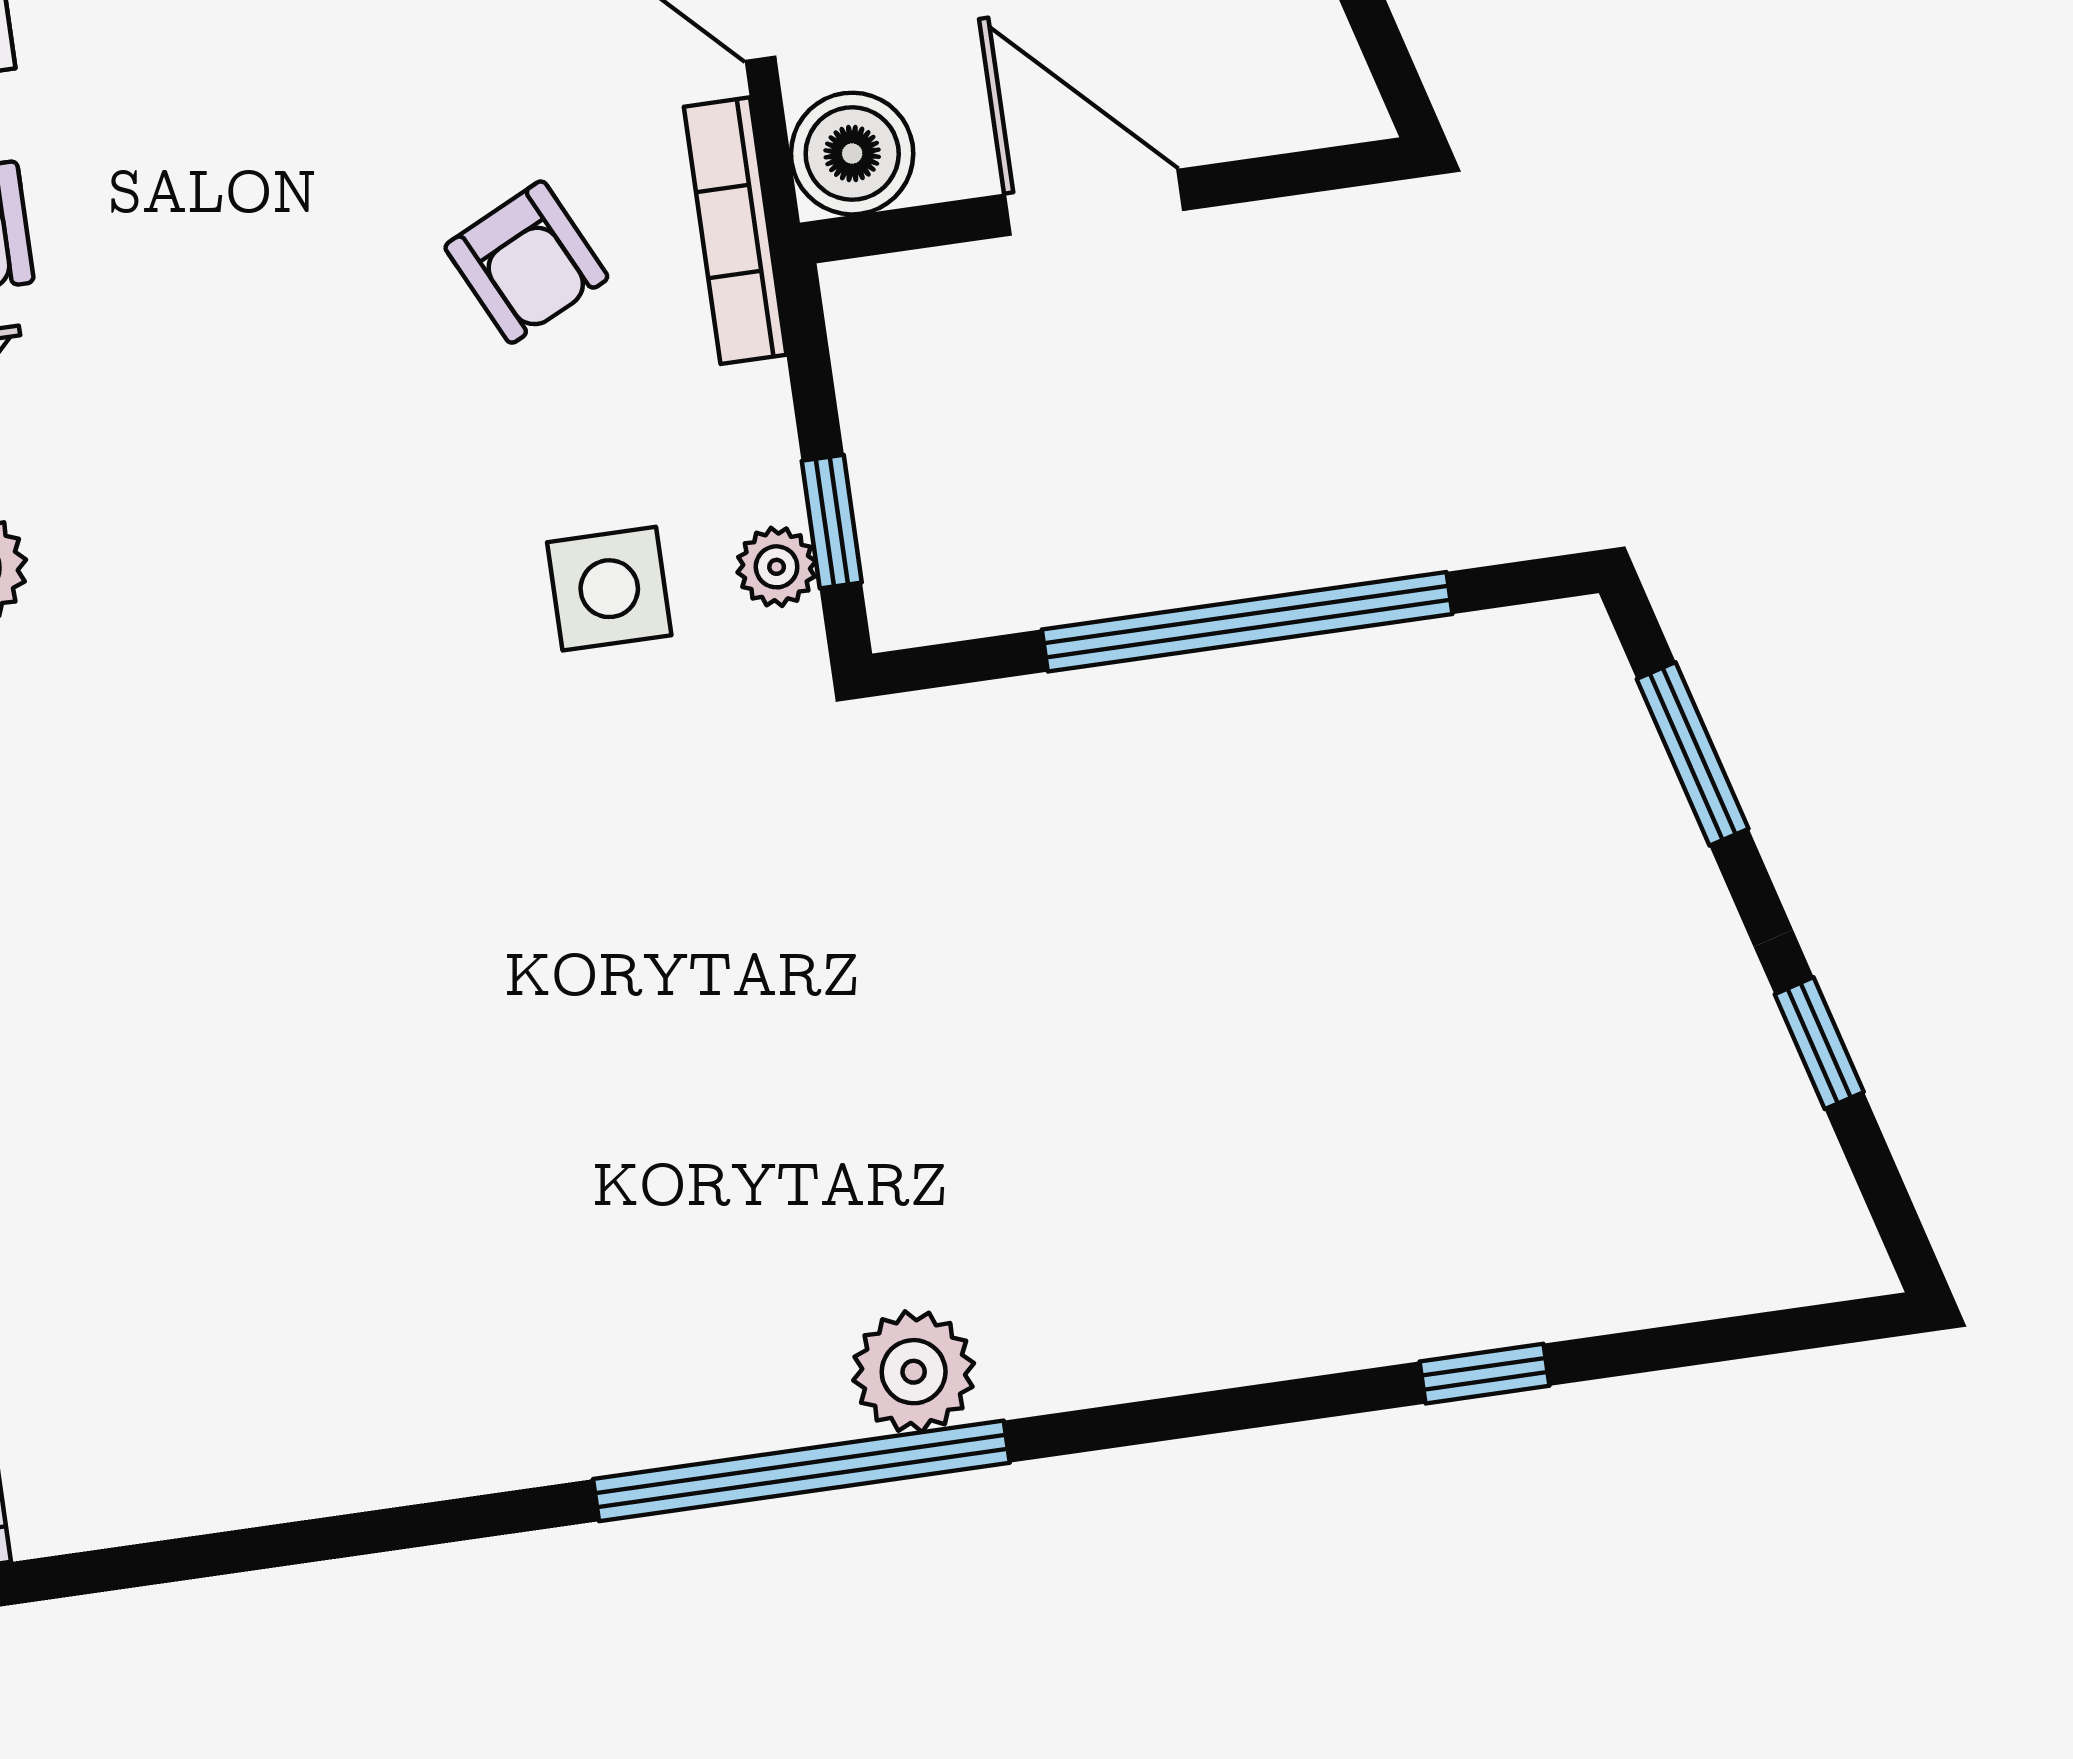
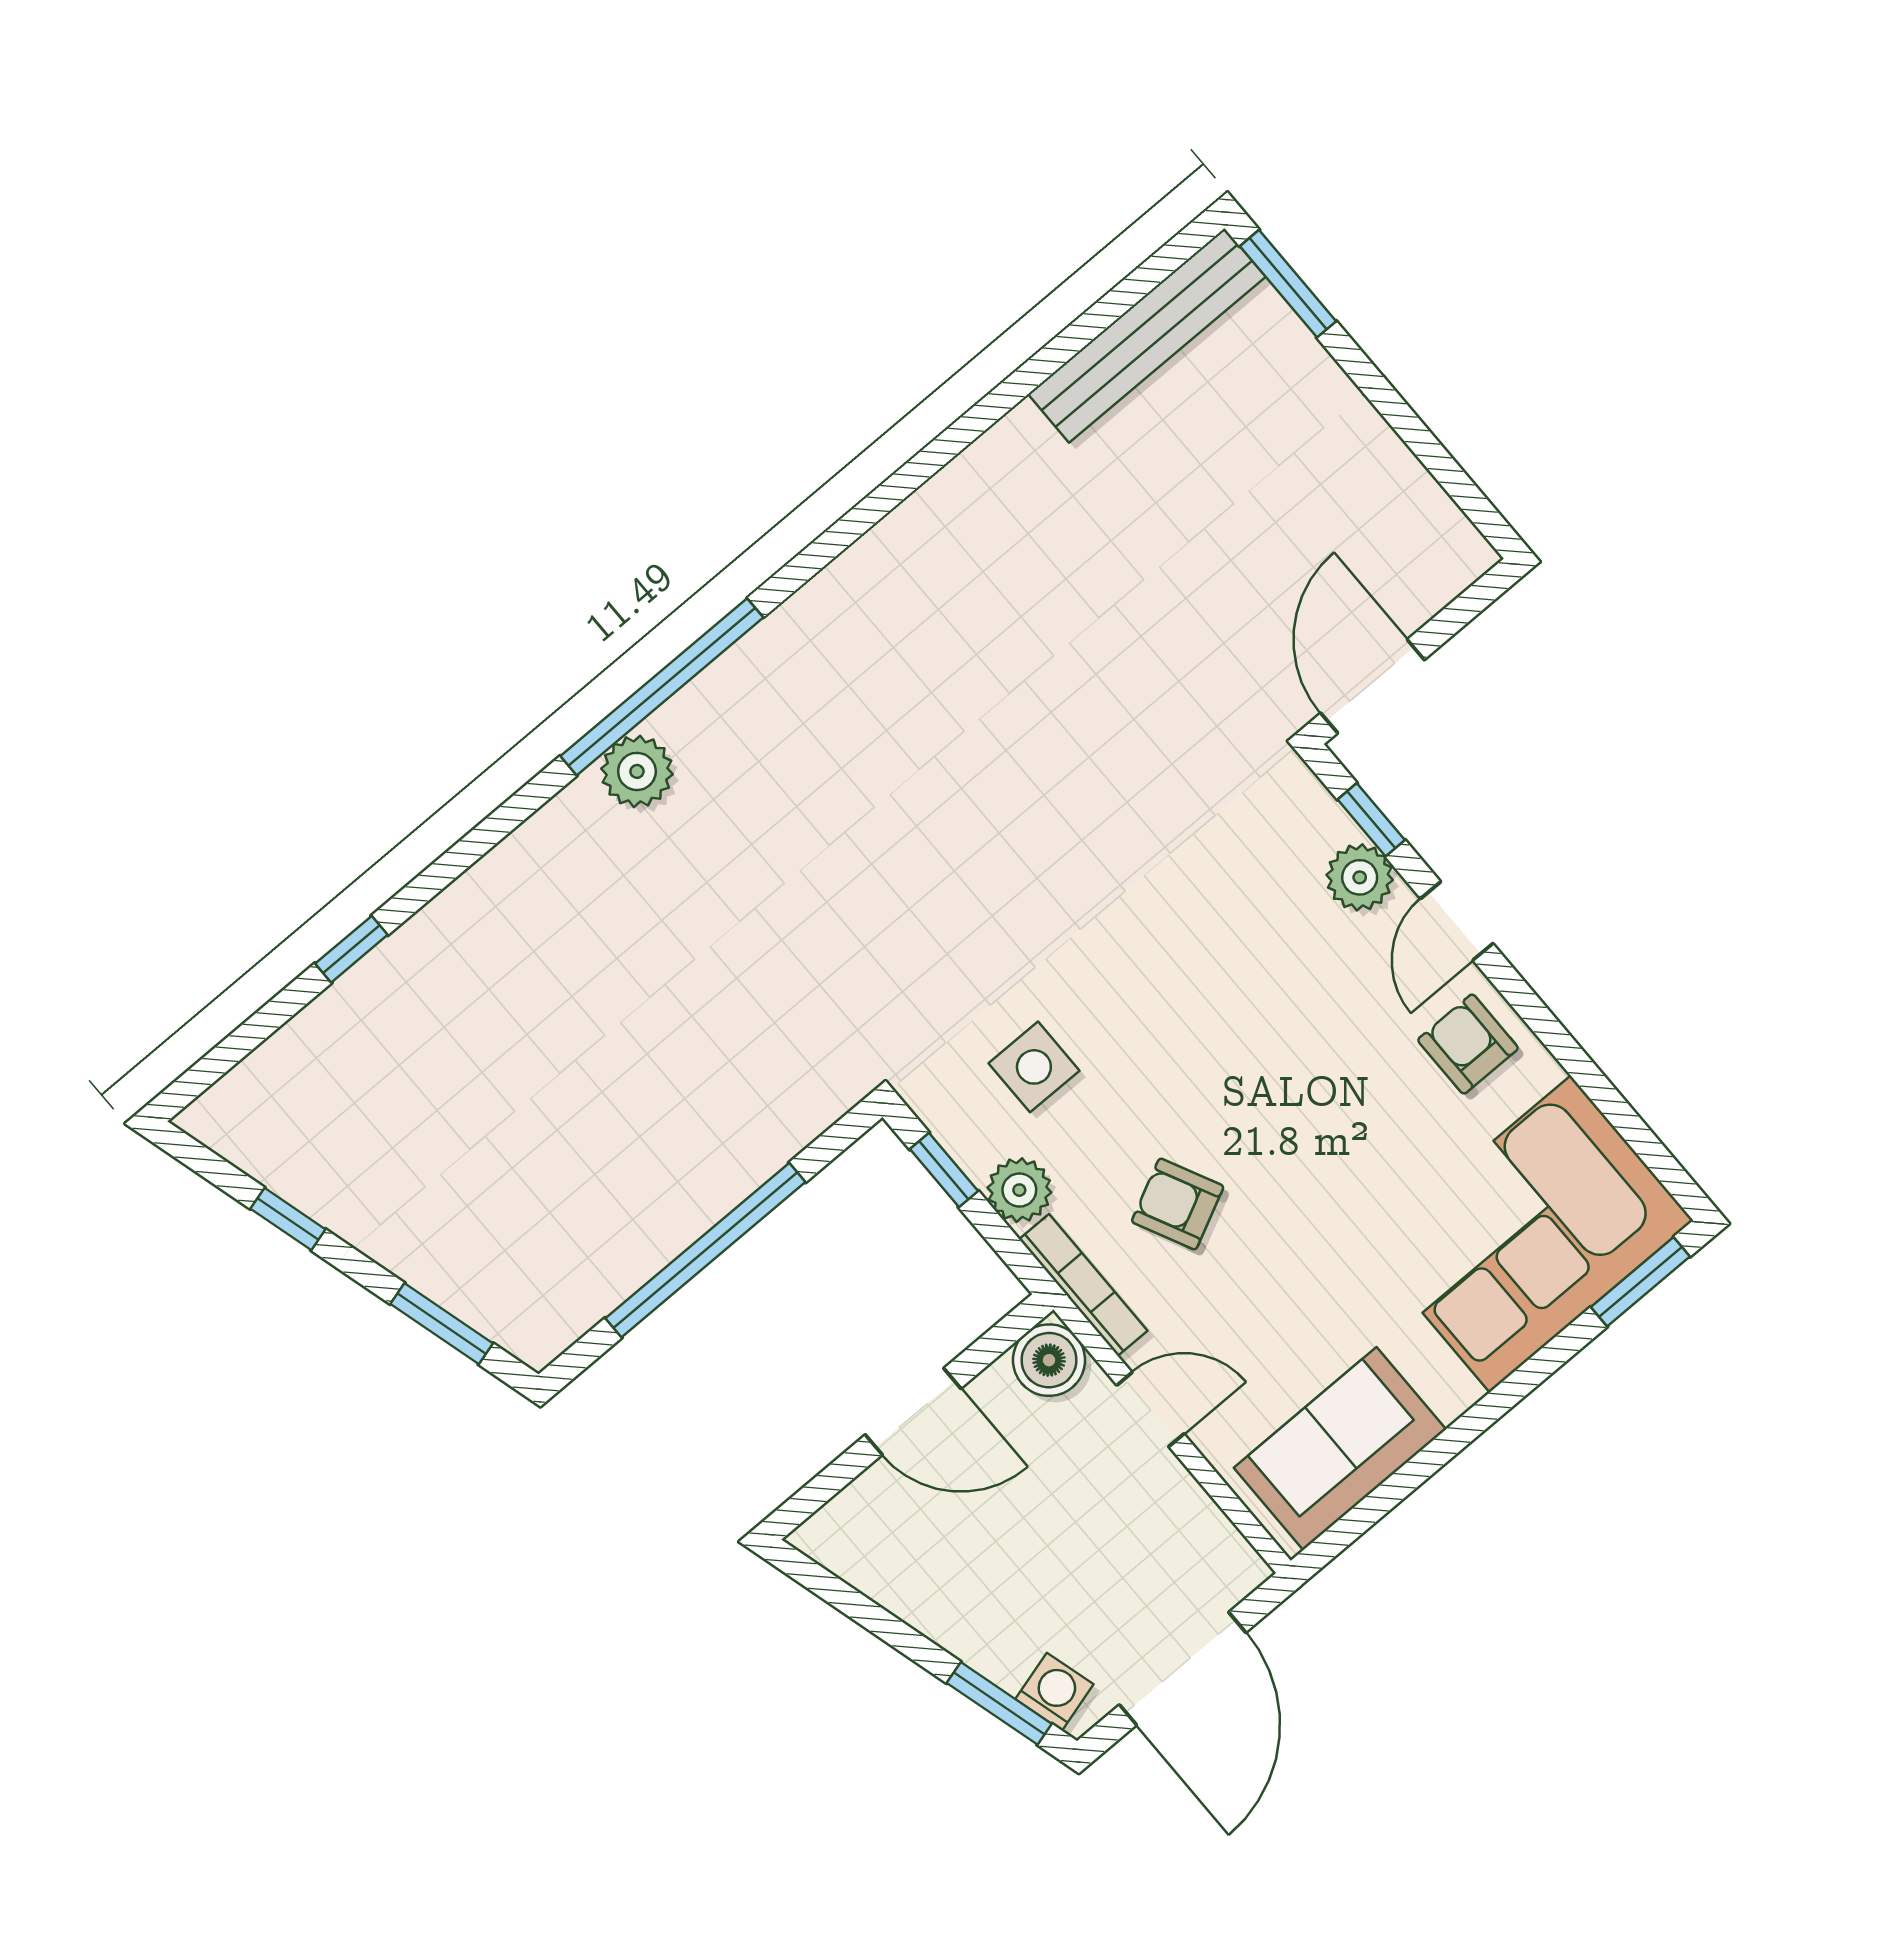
plant: (777, 567) -> (1019, 1190), moved, width x1.38, depth x1.38

